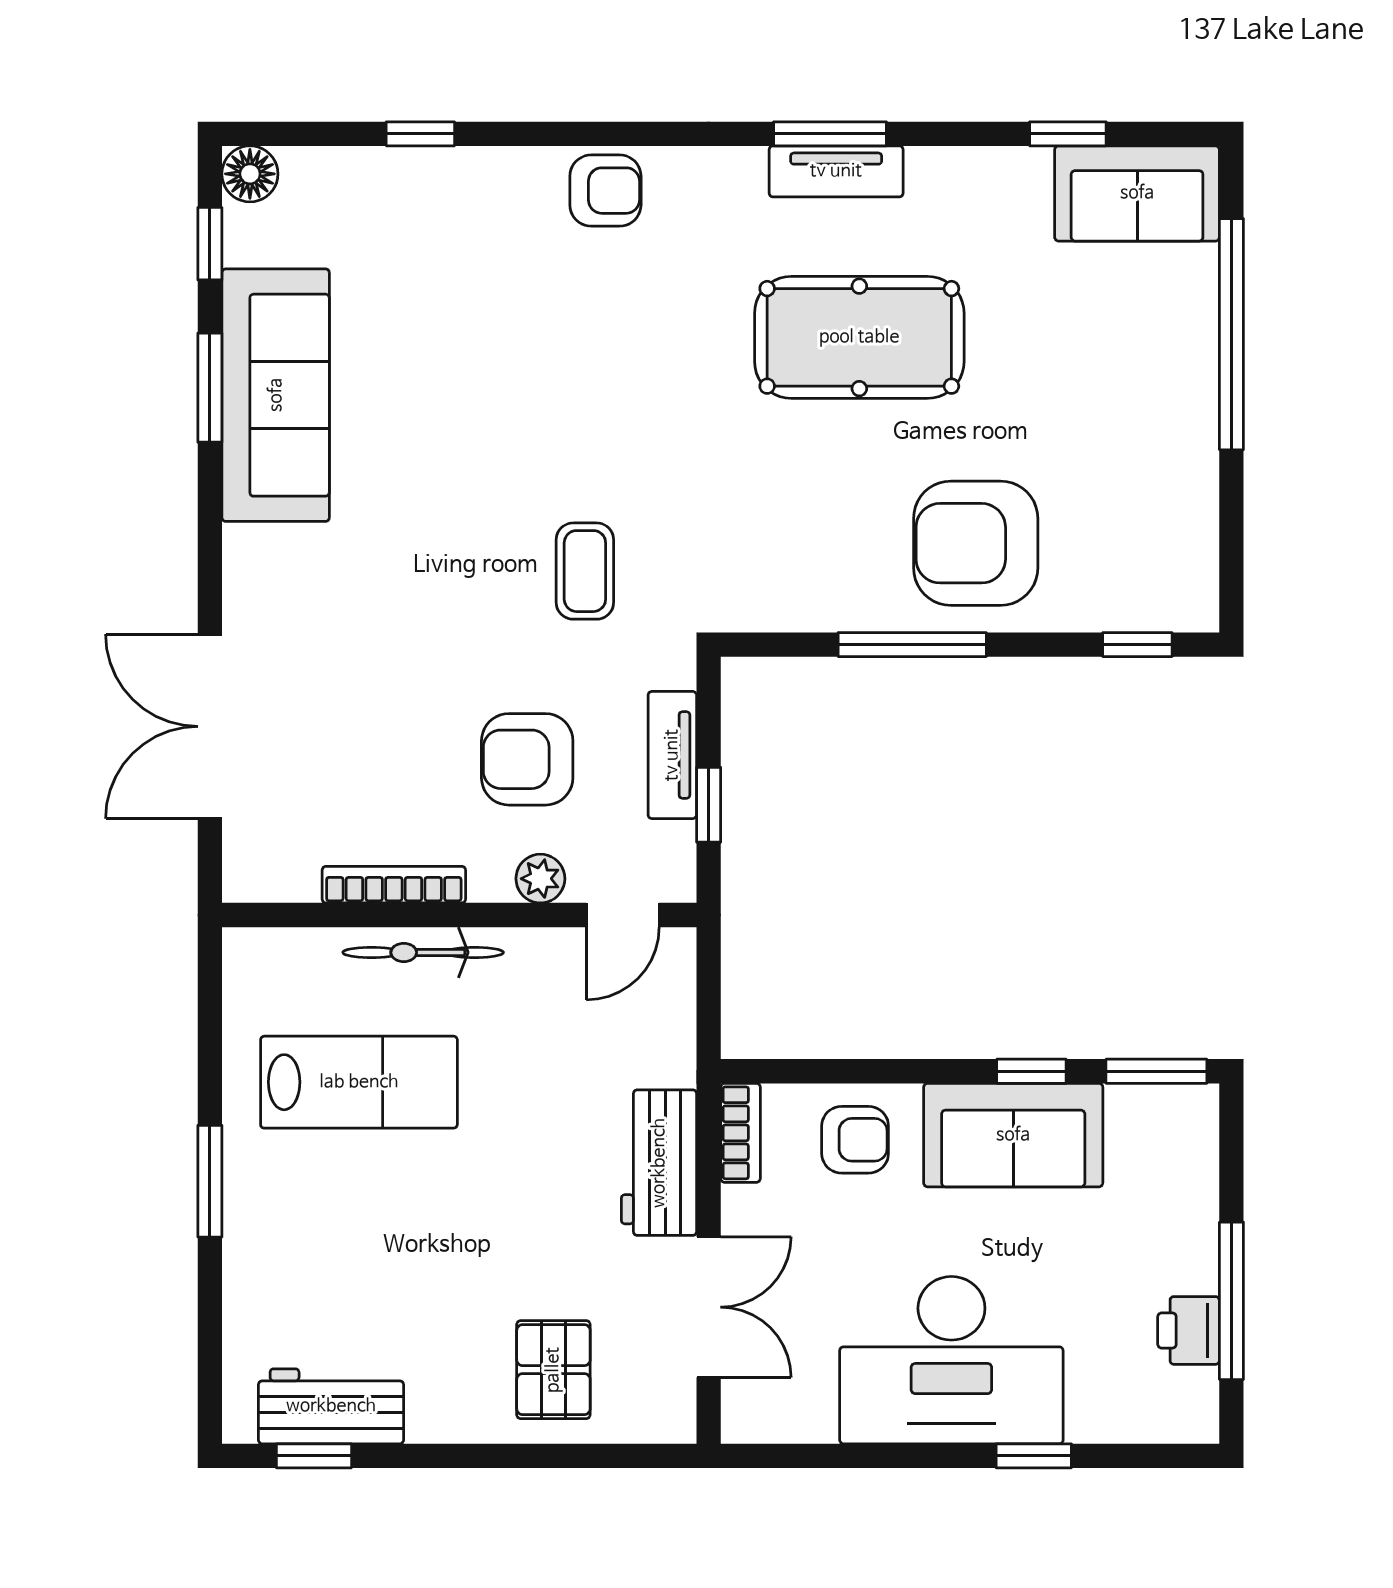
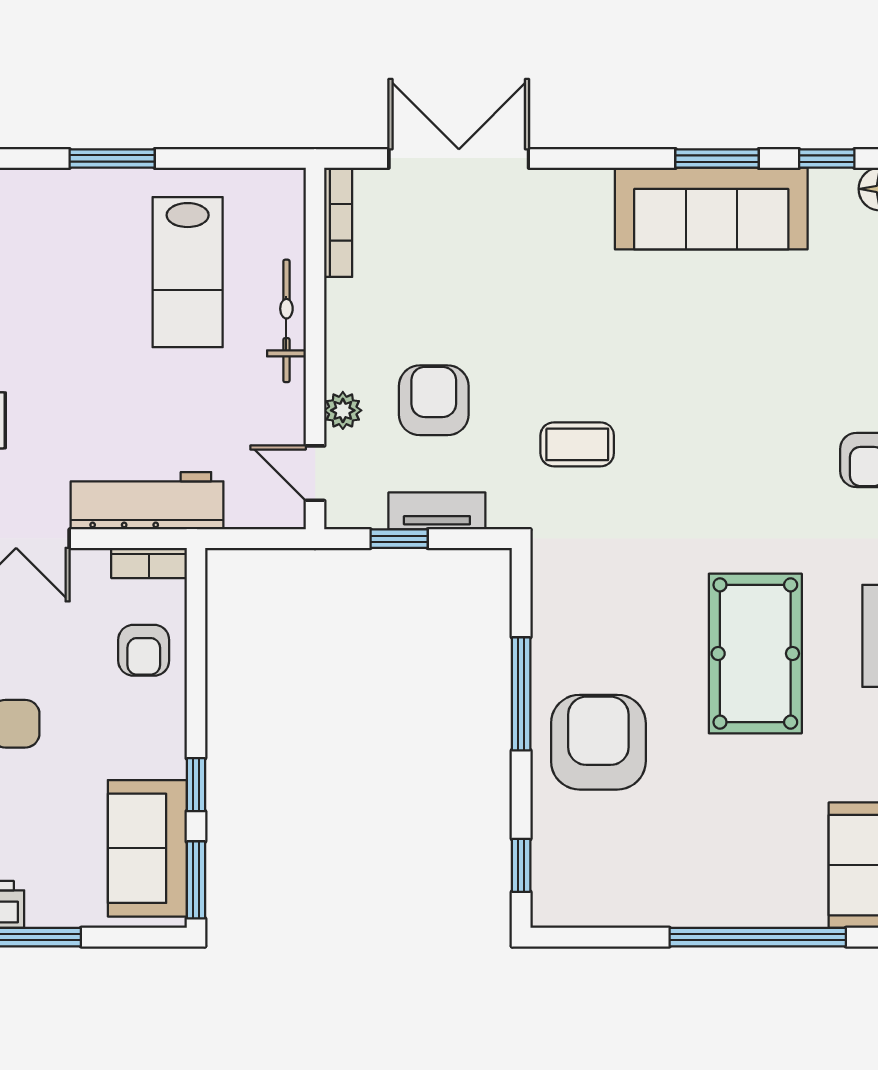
bookcase: (394, 885) -> (338, 222), moved
sofa: (1013, 1135) -> (147, 848), moved
workbench: (659, 1163) -> (147, 501), width x1.38

